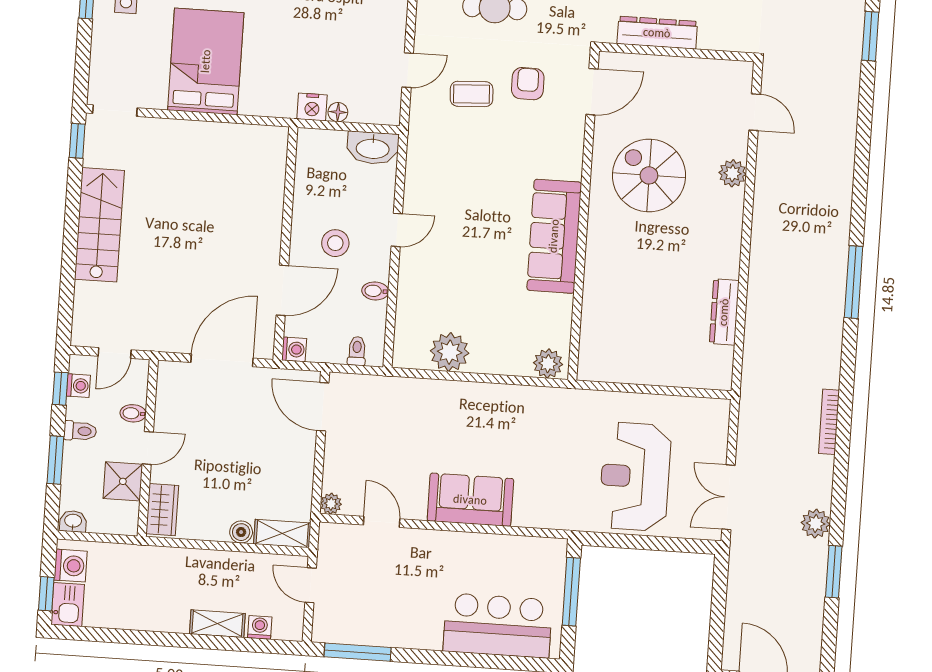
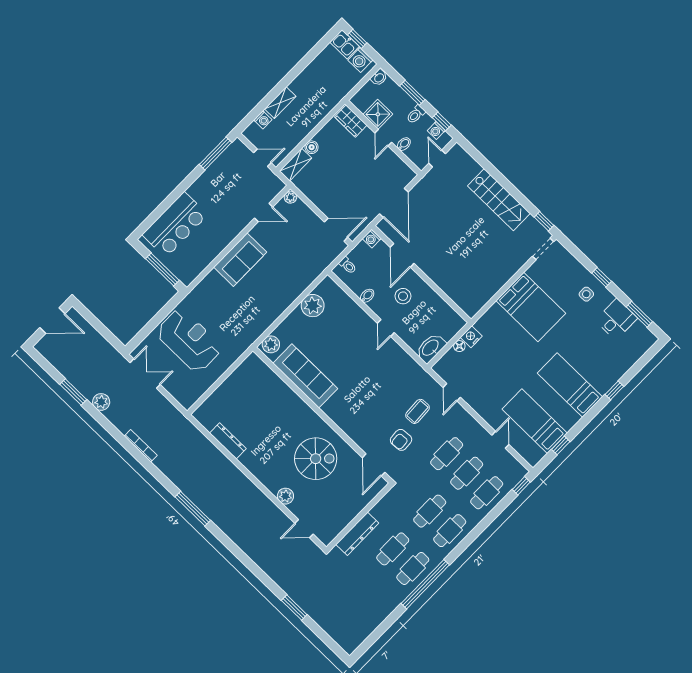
dresser: (657, 33) -> (357, 534), moved
armchair: (528, 84) -> (401, 440), turned 86
sofa: (554, 236) -> (305, 376), moved

